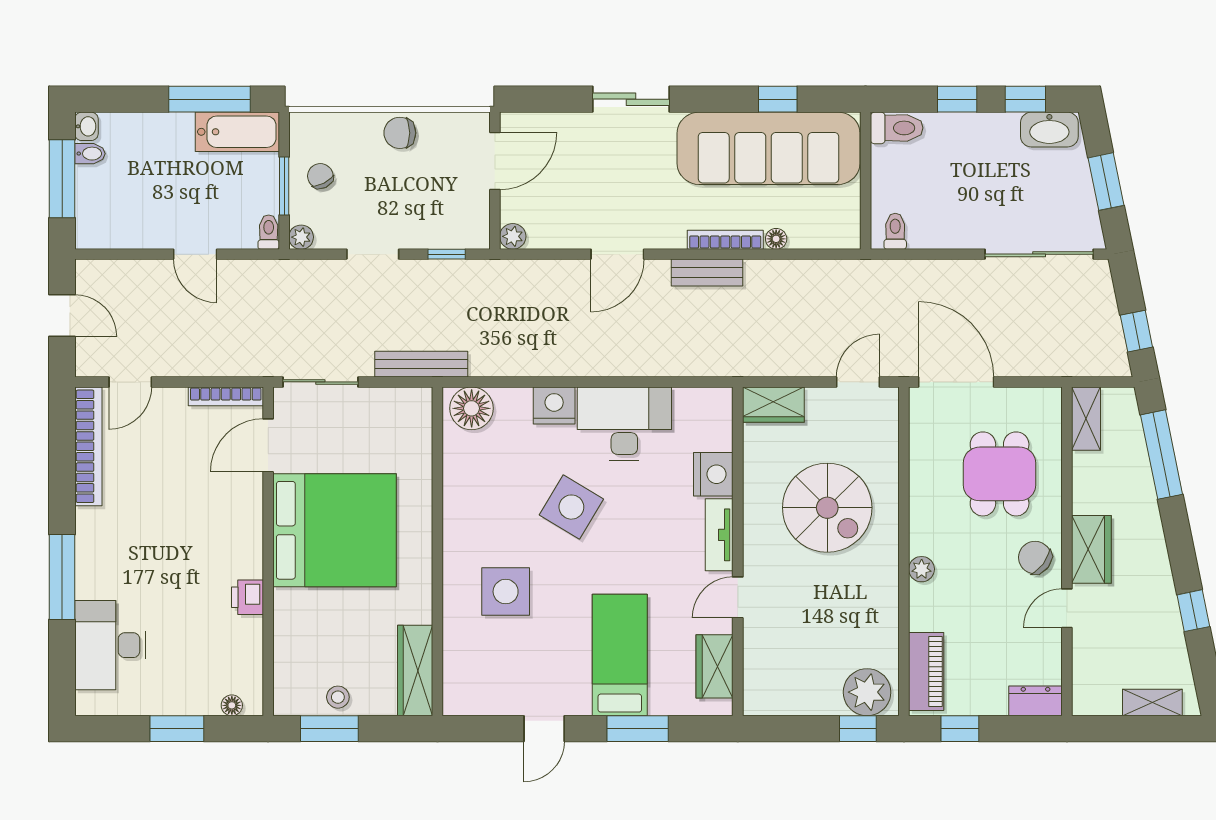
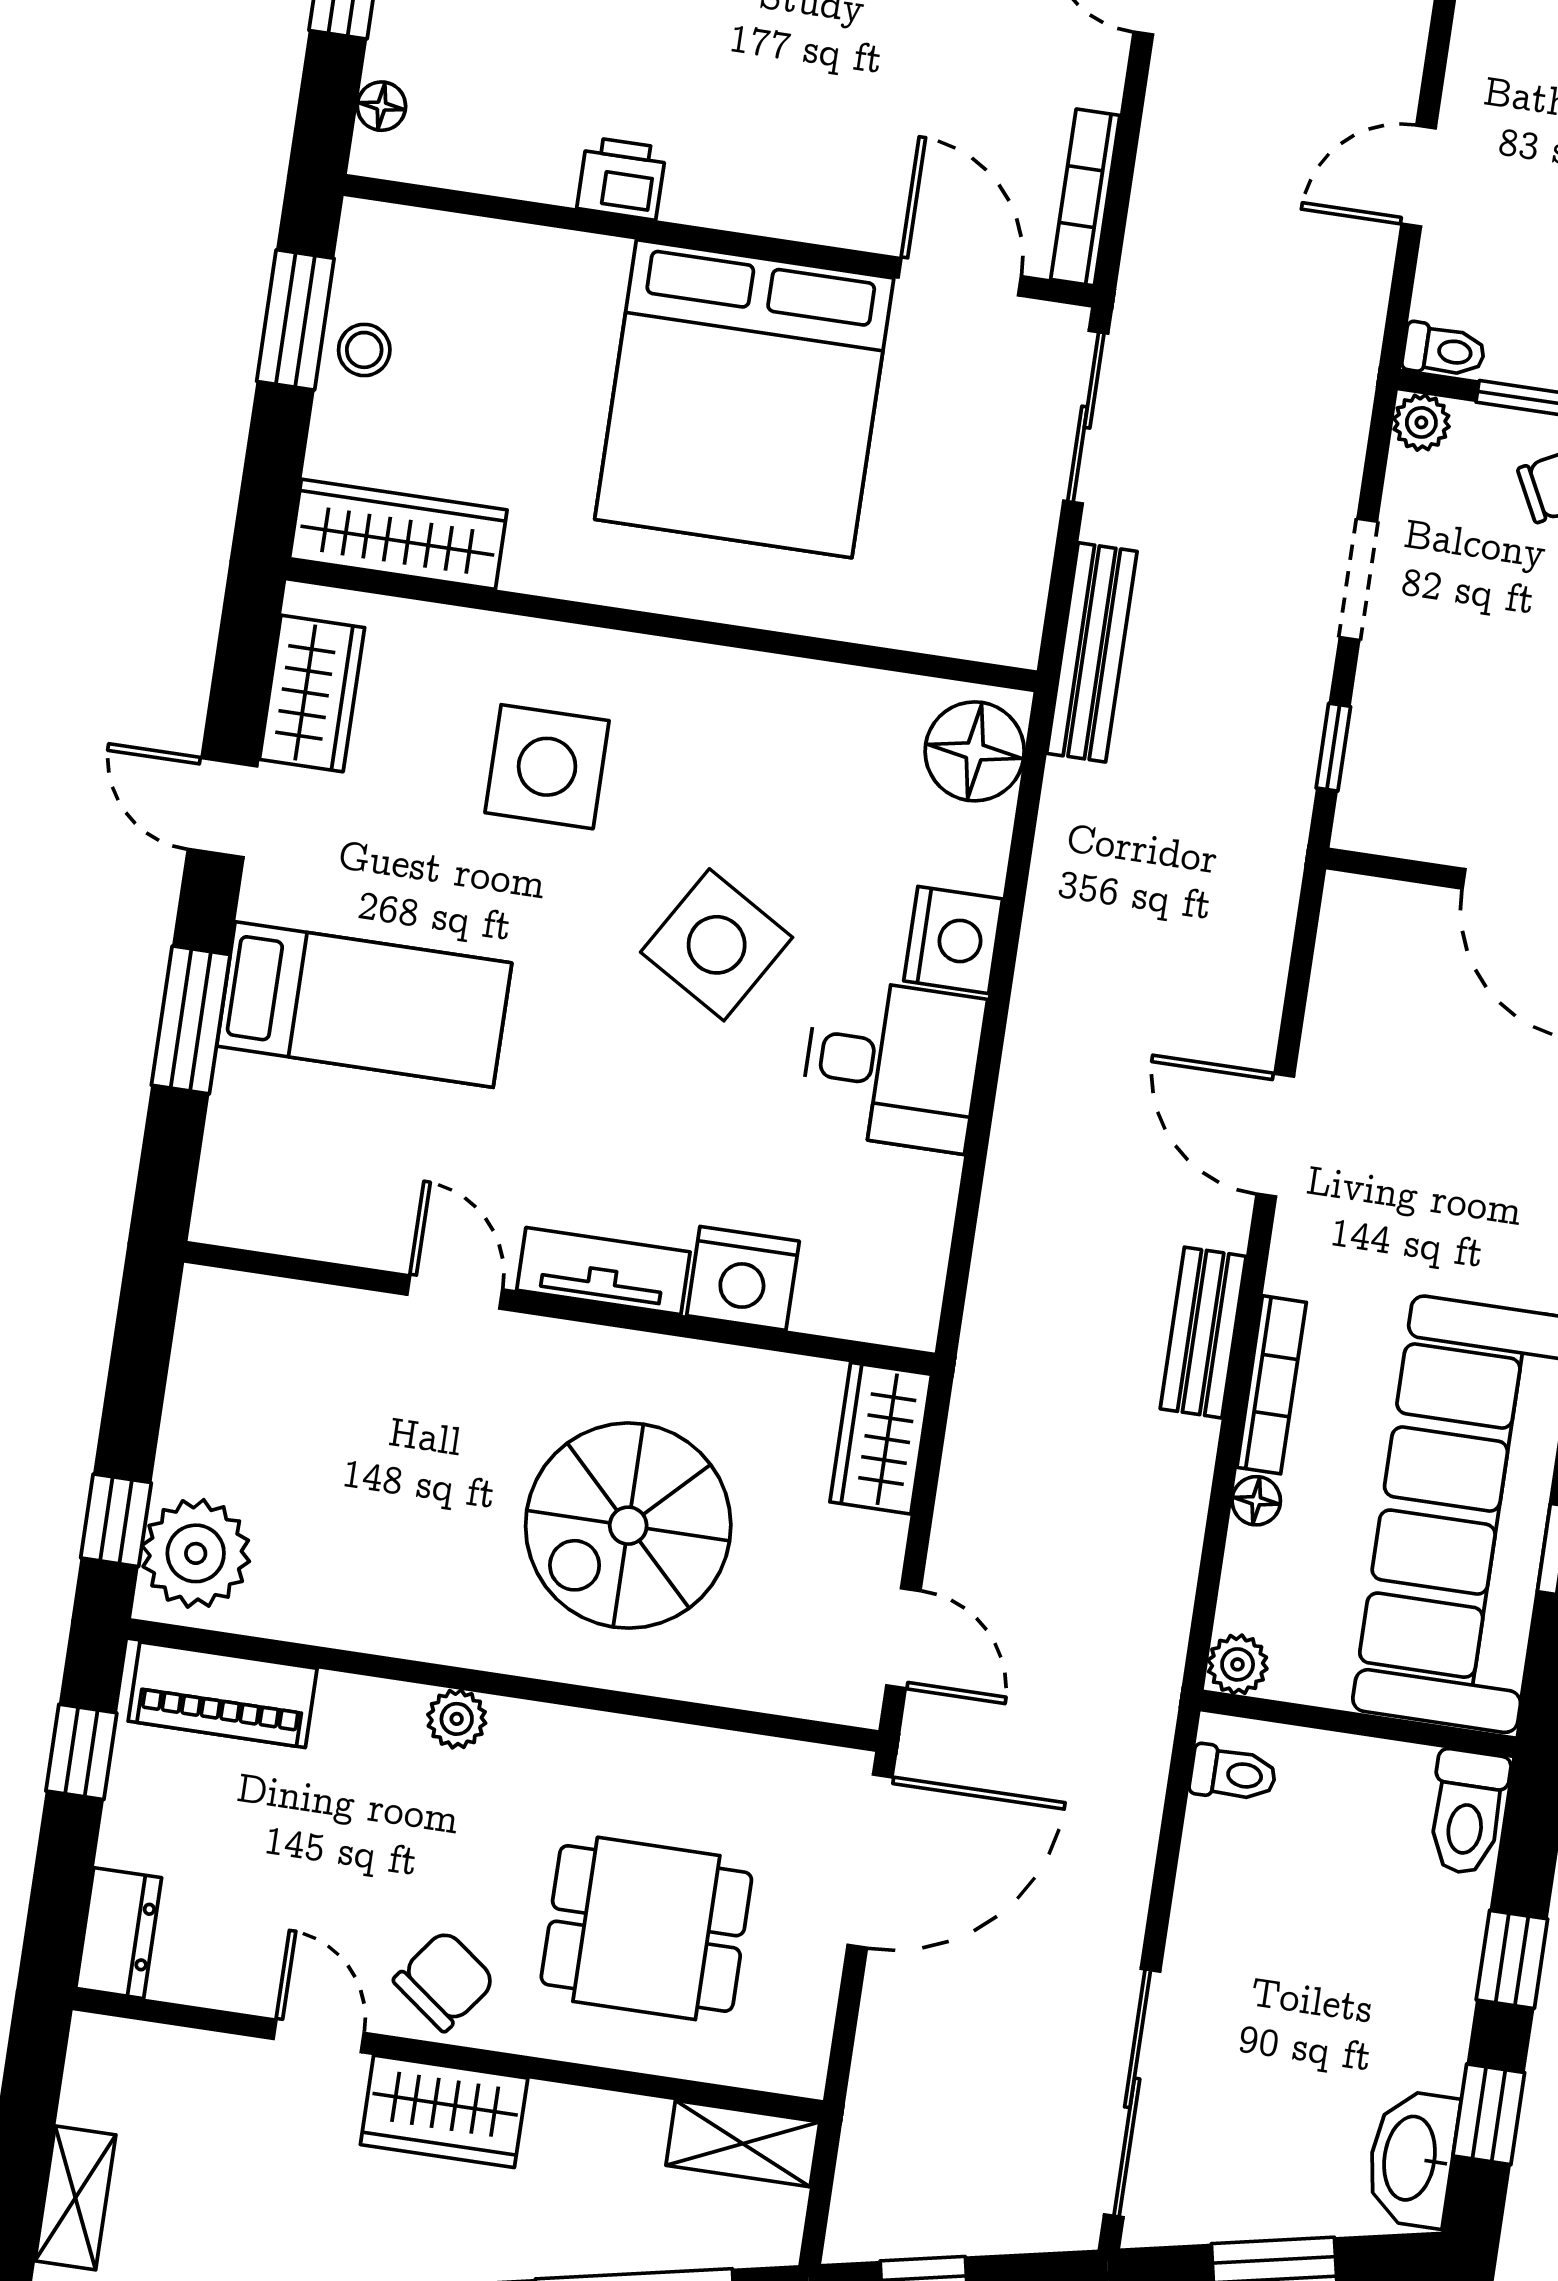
plant: (513, 236) -> (1238, 1664), moved
desk: (624, 424) -> (892, 1064), width x0.73
wardrobe: (715, 666) -> (312, 693), moved, turned 90

